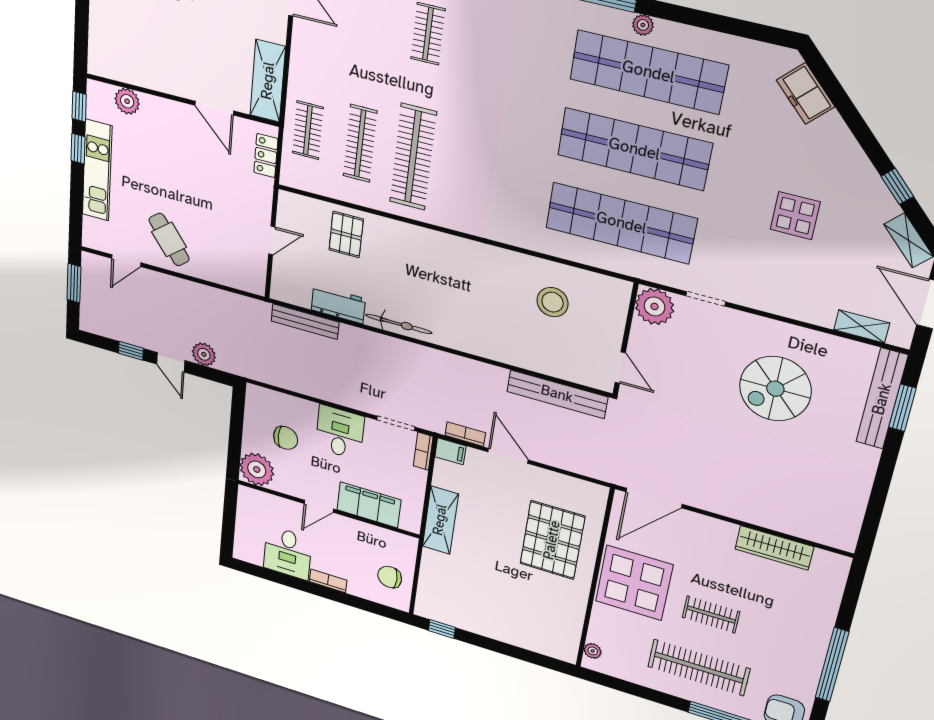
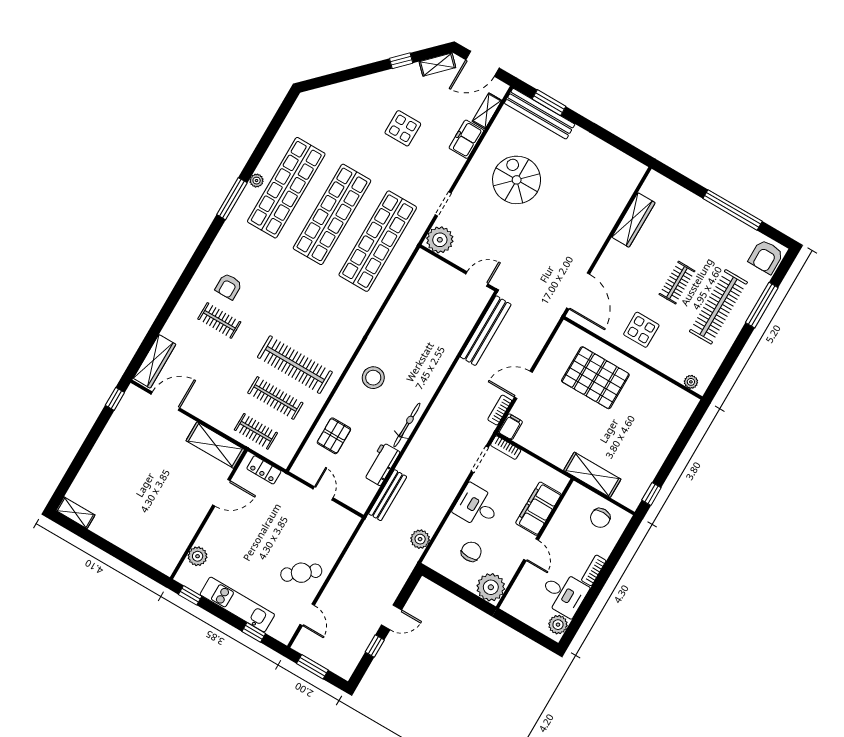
armchair: (479, 32) -> (229, 286), added
freezer: (806, 93) -> (466, 139), moved, turned 135
window: (78, 149) -> (254, 632), moved
pallet: (346, 235) -> (334, 436), turned 90
stool: (552, 302) -> (373, 378), moved
plant: (204, 354) -> (420, 539), moved
spiral stairs: (775, 389) -> (517, 180), turned 180
shelving: (440, 520) -> (592, 475), moved
plant: (252, 553) -> (558, 625), added
display table: (634, 583) -> (641, 330), width x0.54, depth x0.54

